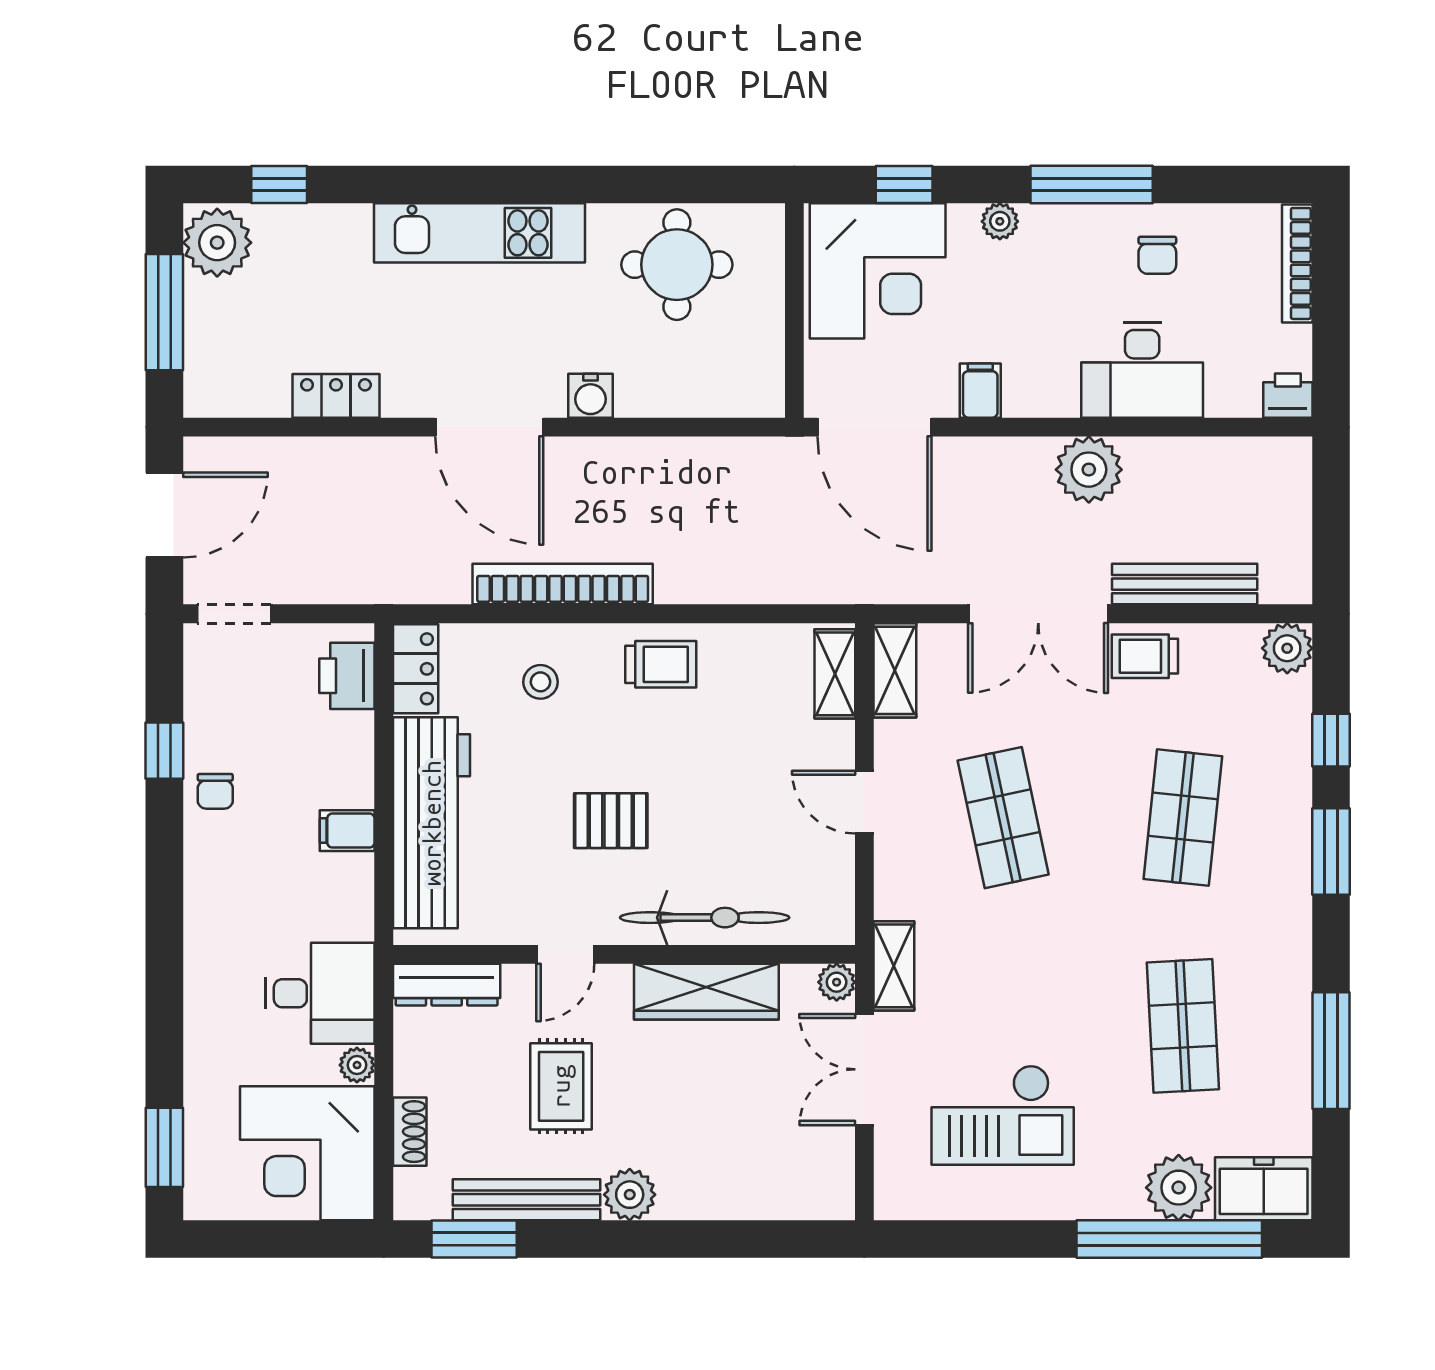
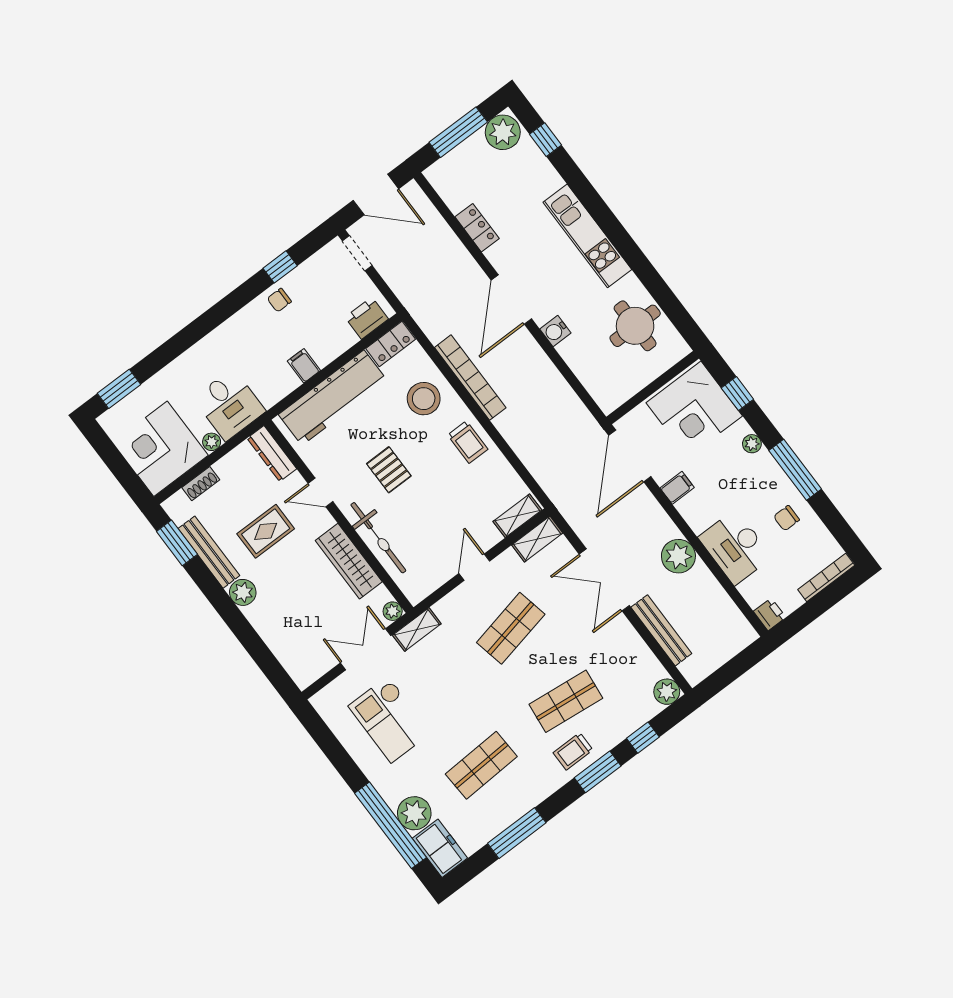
trolley: (1145, 656) -> (573, 751), moved, turned -90
stool: (540, 682) -> (424, 399), width x1.89, depth x1.89

